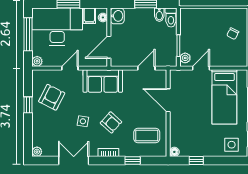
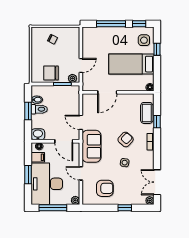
toilet: (171, 18) -> (39, 109), moved
chair: (192, 32) -> (51, 73), added
door: (146, 68) -> (81, 122), moved
door: (201, 68) -> (81, 65), swing flipped
armchair: (52, 97) -> (105, 188), turned 153
bed: (224, 97) -> (131, 64), moved, turned 180
window: (28, 105) -> (125, 208), moved
coffee table: (147, 135) -> (147, 113), moved
double door: (74, 160) -> (157, 182), moved
window: (196, 160) -> (157, 49), moved

